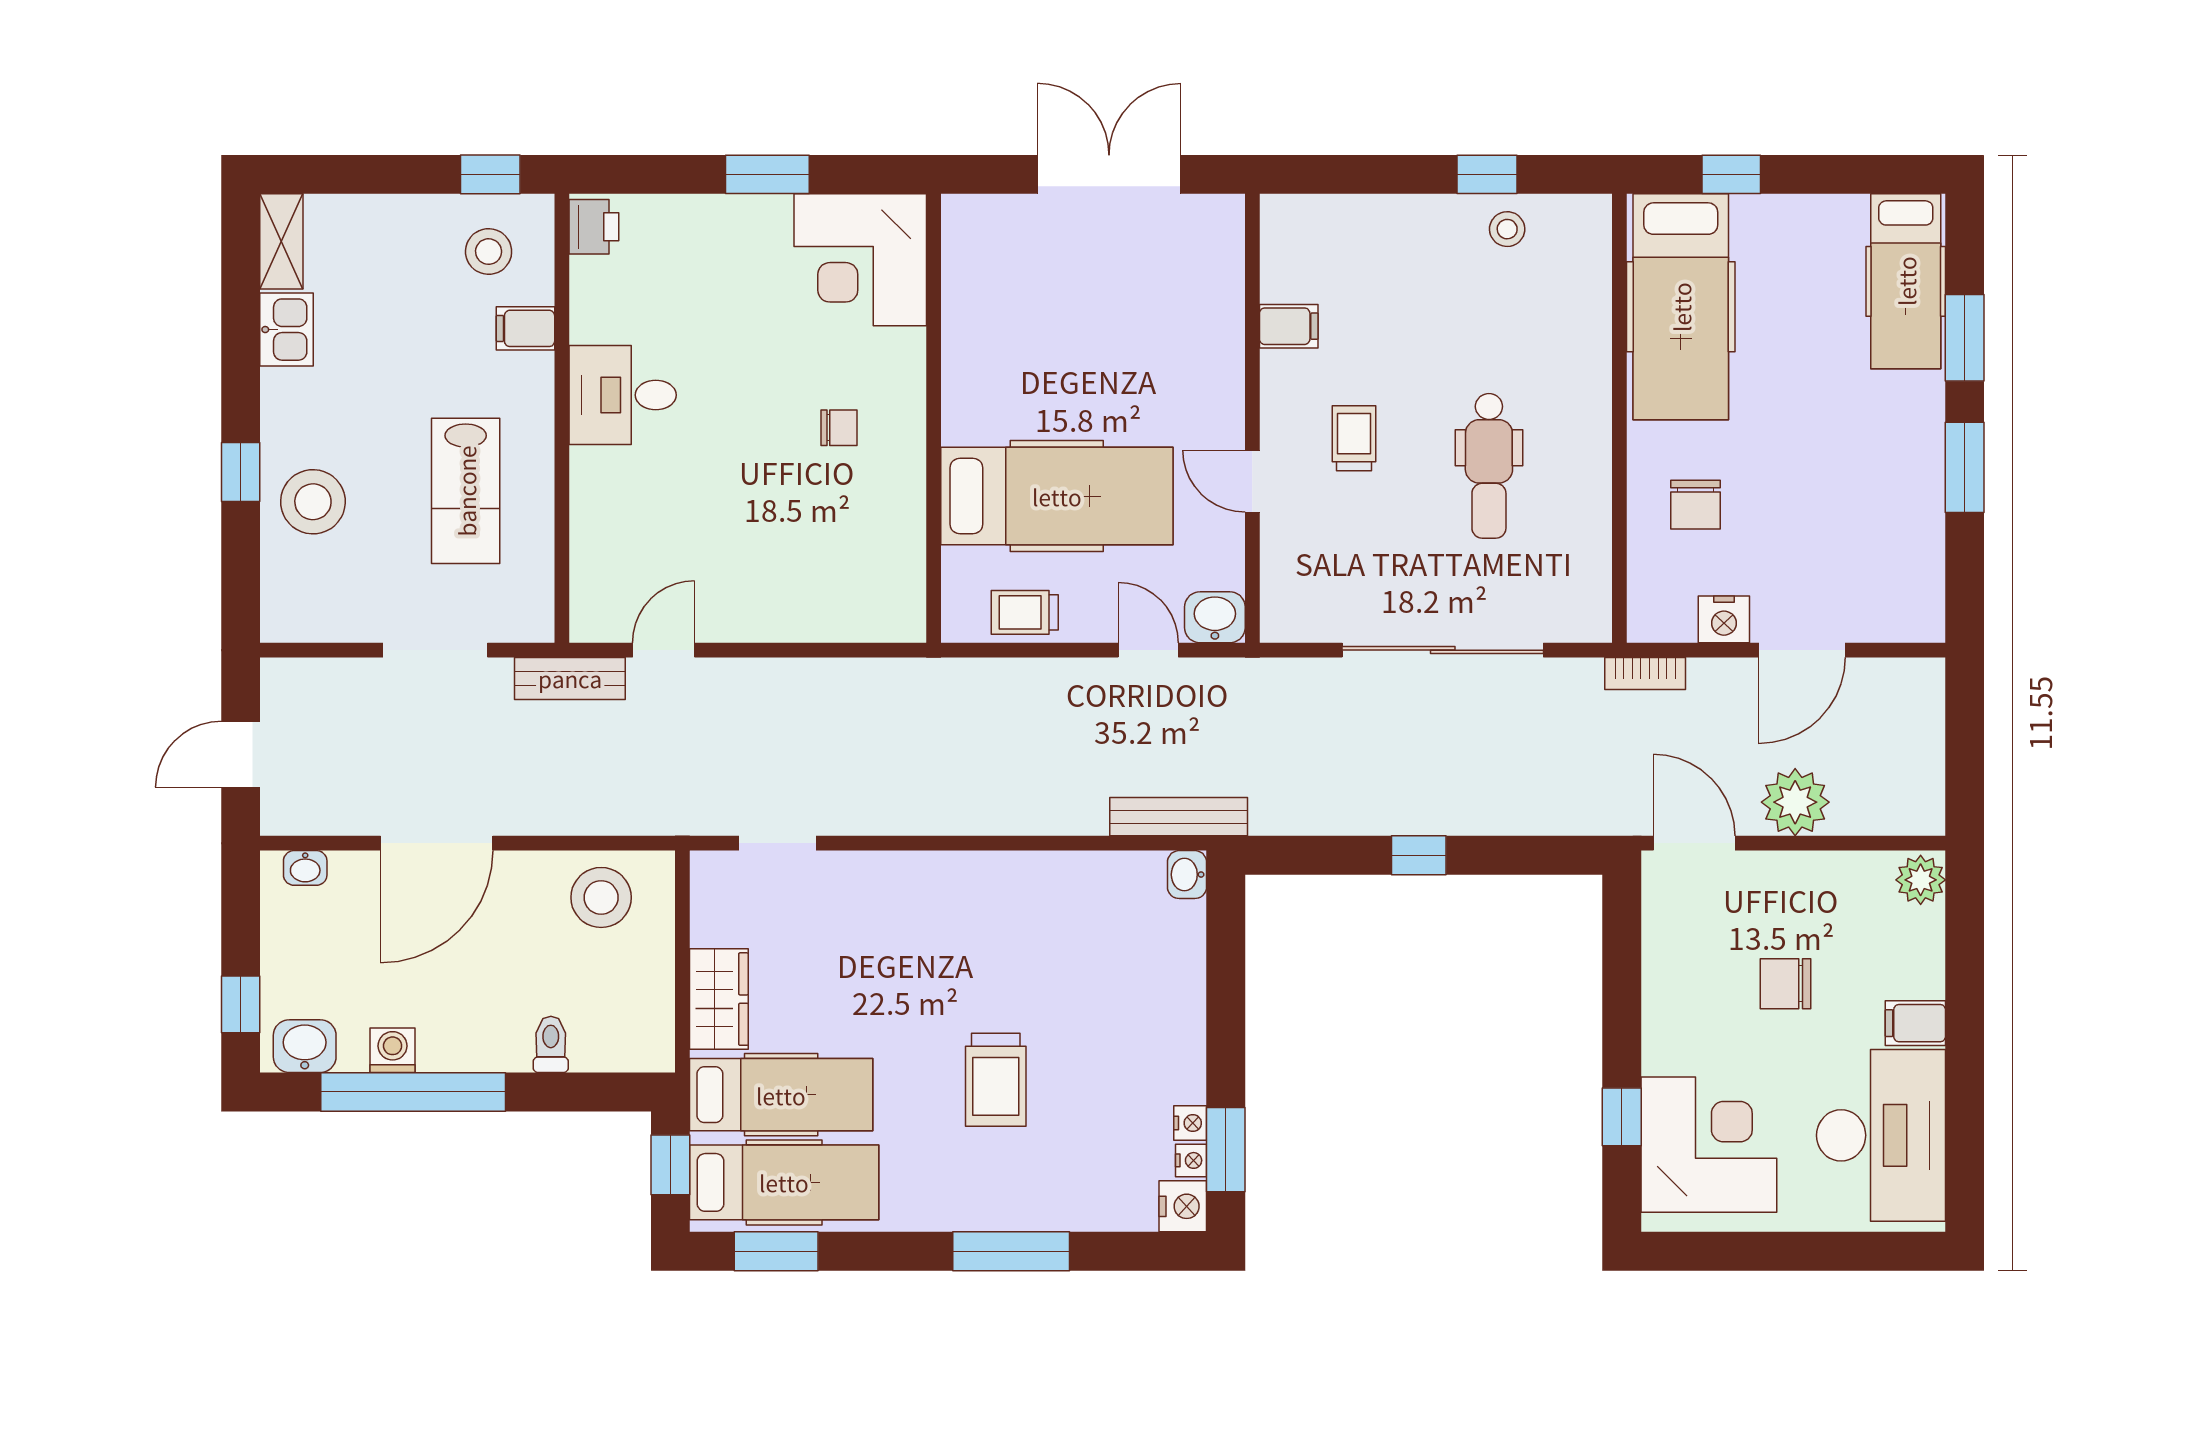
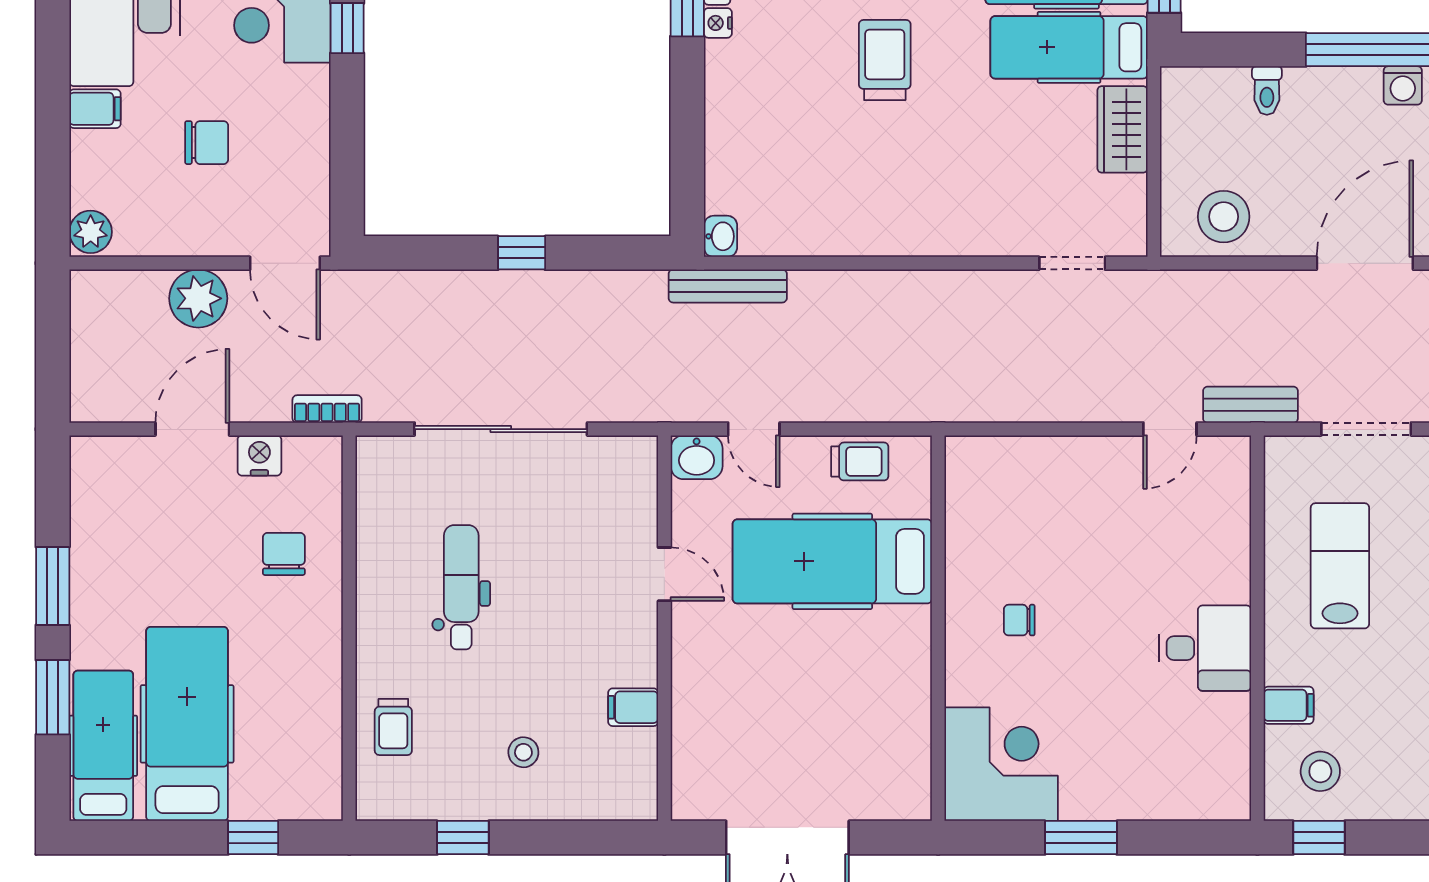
printer: (594, 227) -> (1230, 793), removed
stool: (1507, 229) -> (523, 752), moved
hospital bed: (1681, 307) -> (187, 724), moved
trolley: (1354, 438) -> (393, 727), moved

